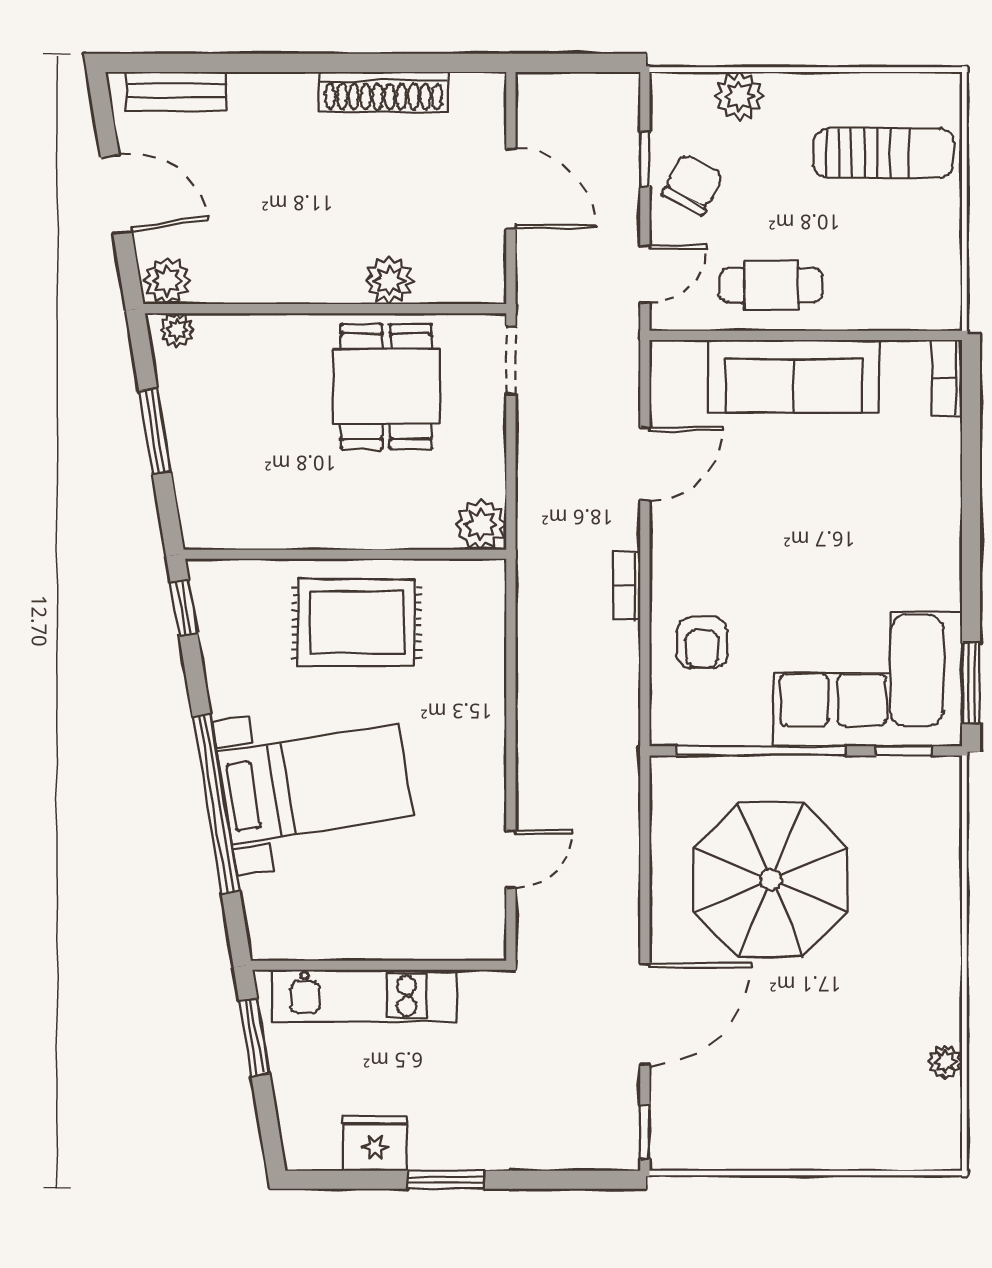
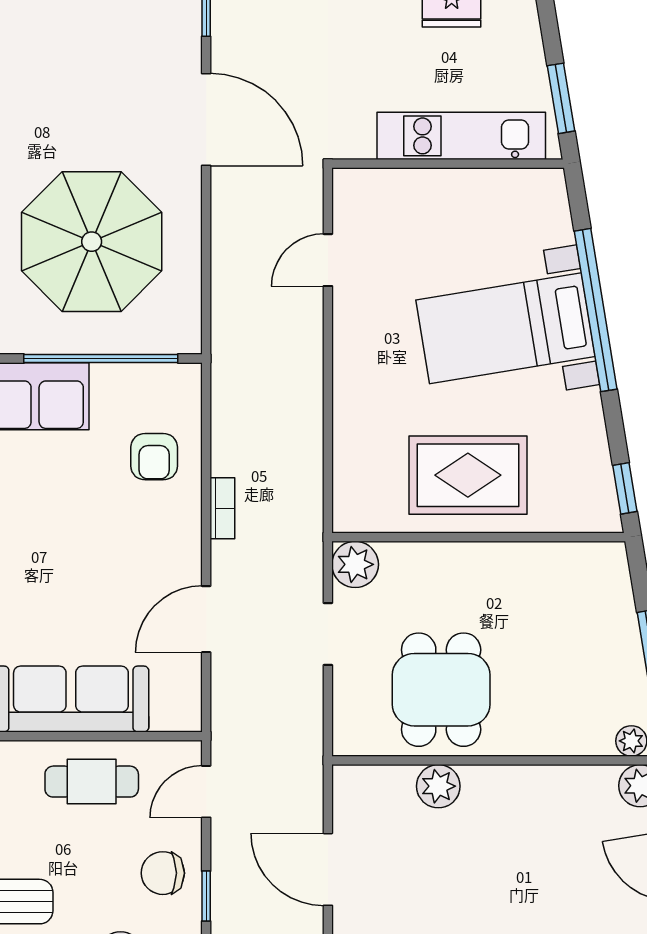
chair: (693, 185) -> (163, 873), turned 62
doorway: (511, 360) -> (328, 634), moved
armchair: (702, 643) -> (154, 457), turned 180
door: (645, 1014) -> (206, 120), swing flipped

